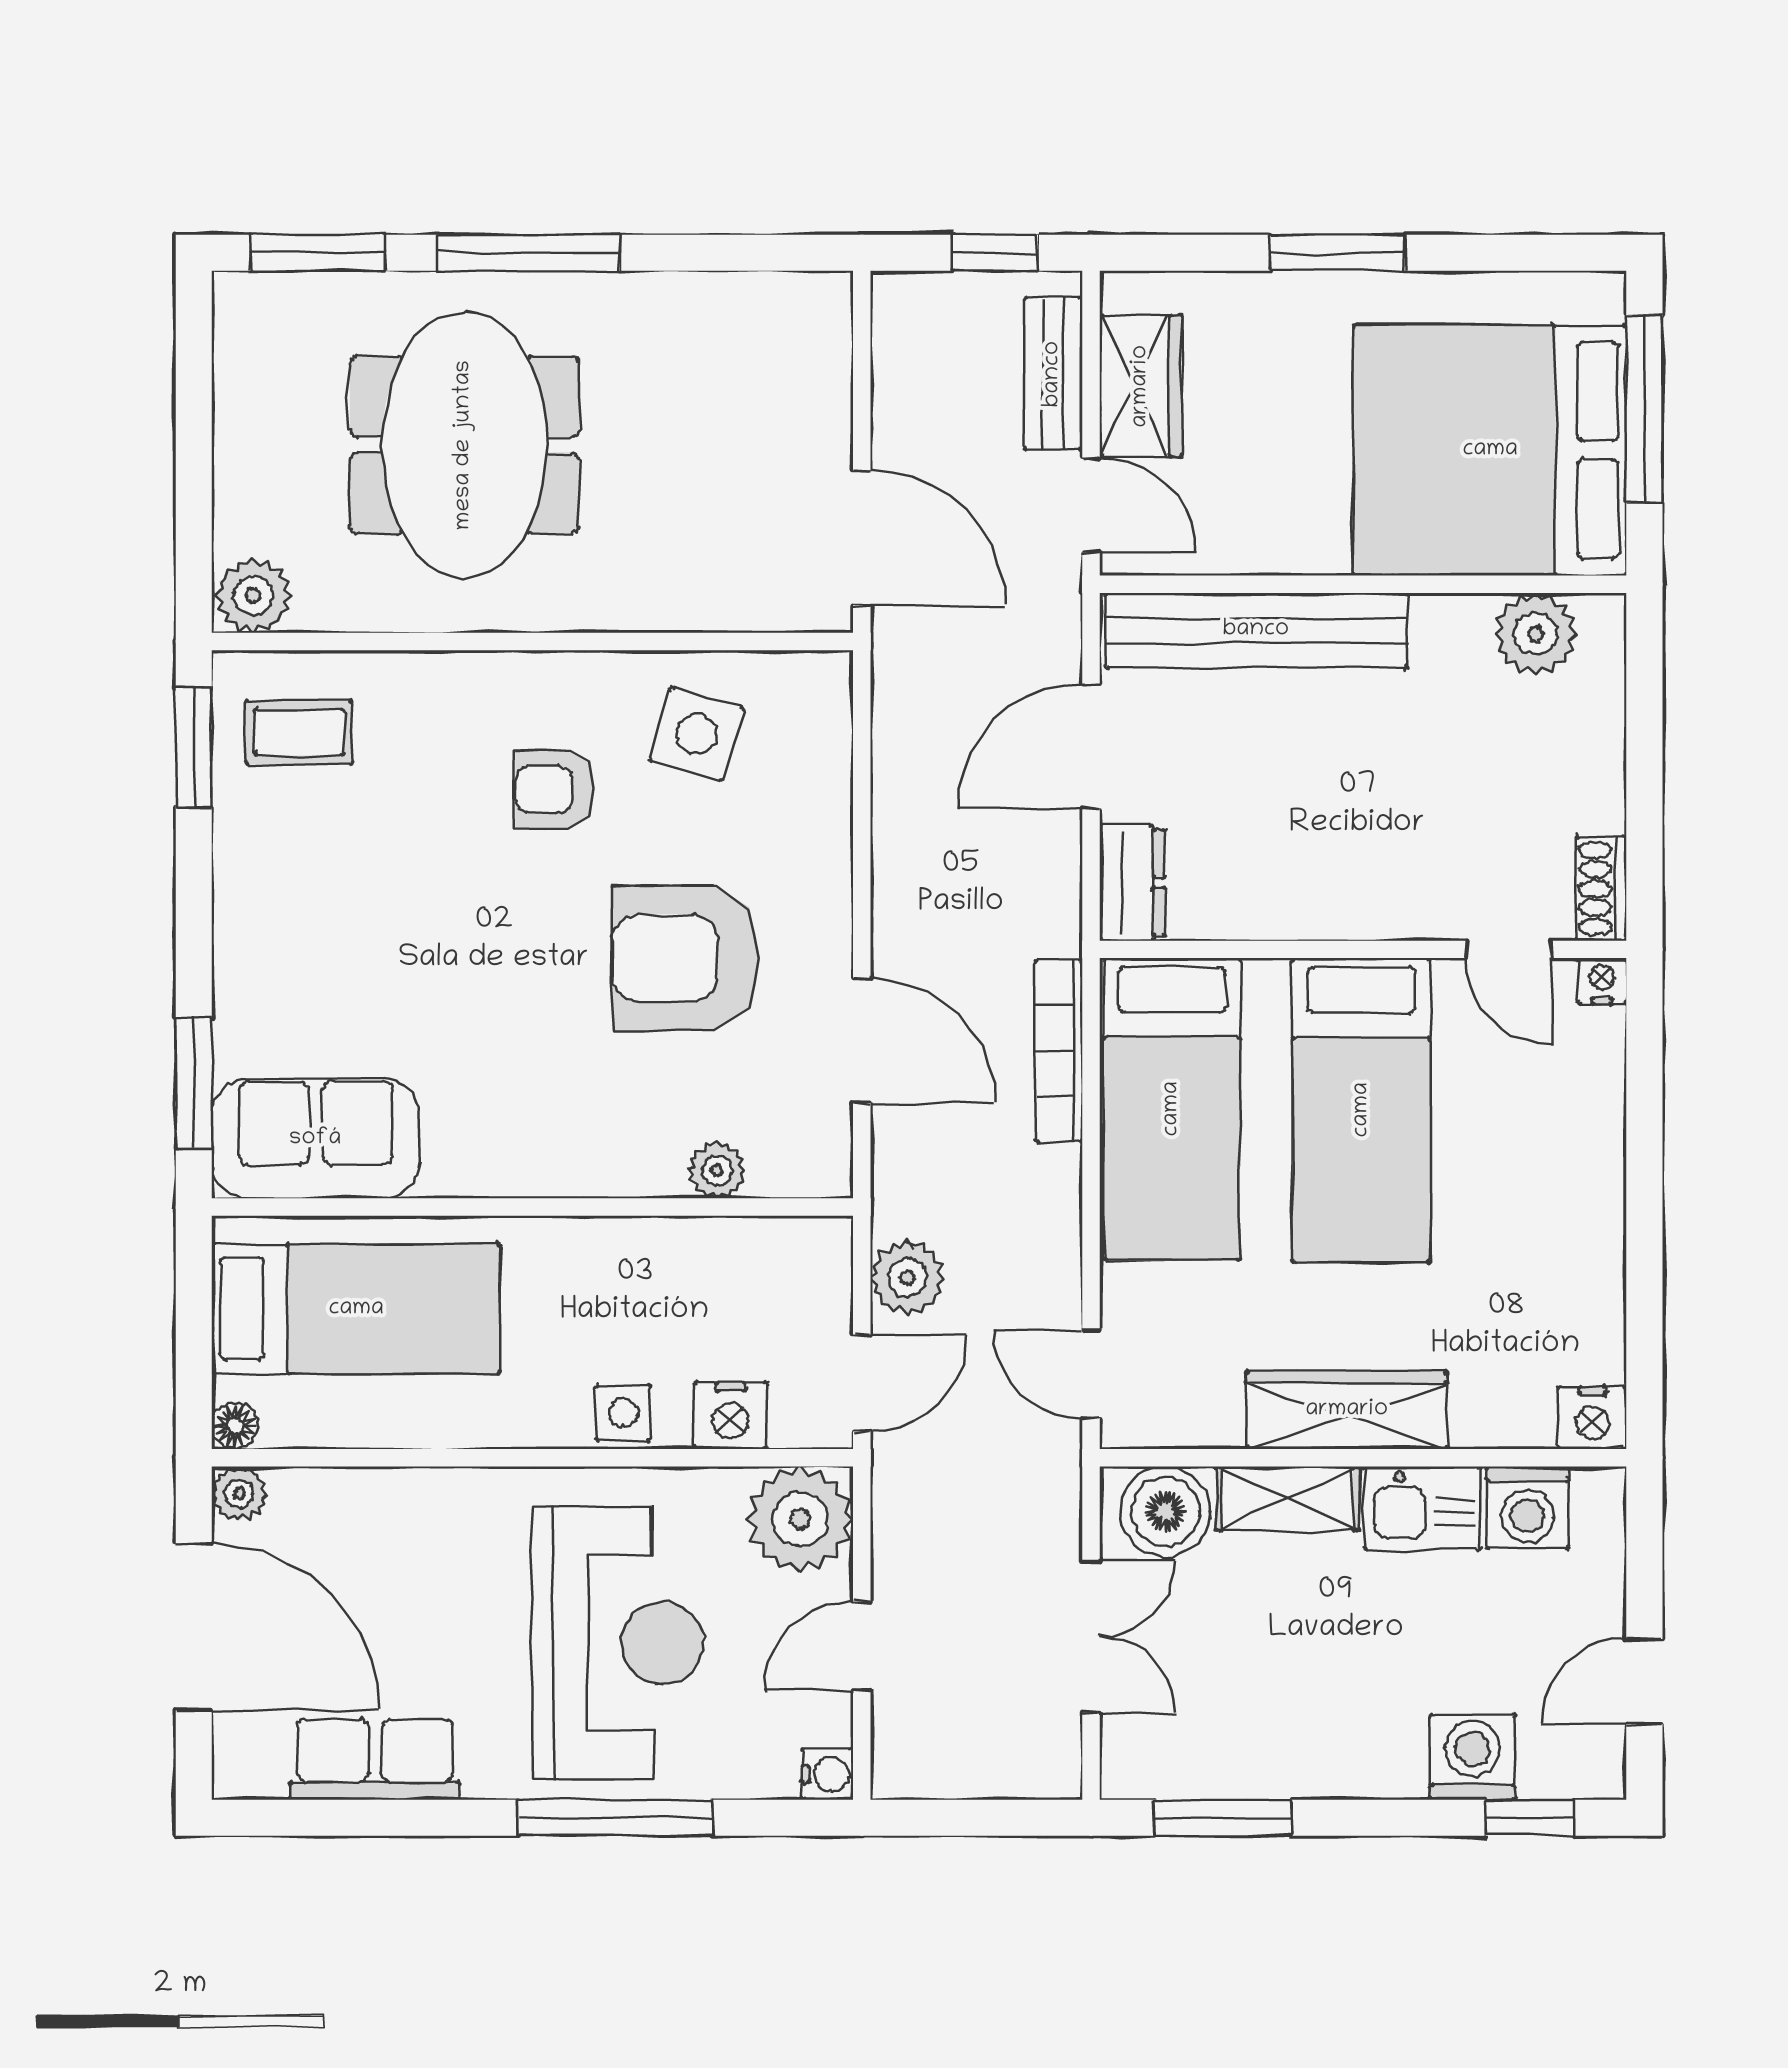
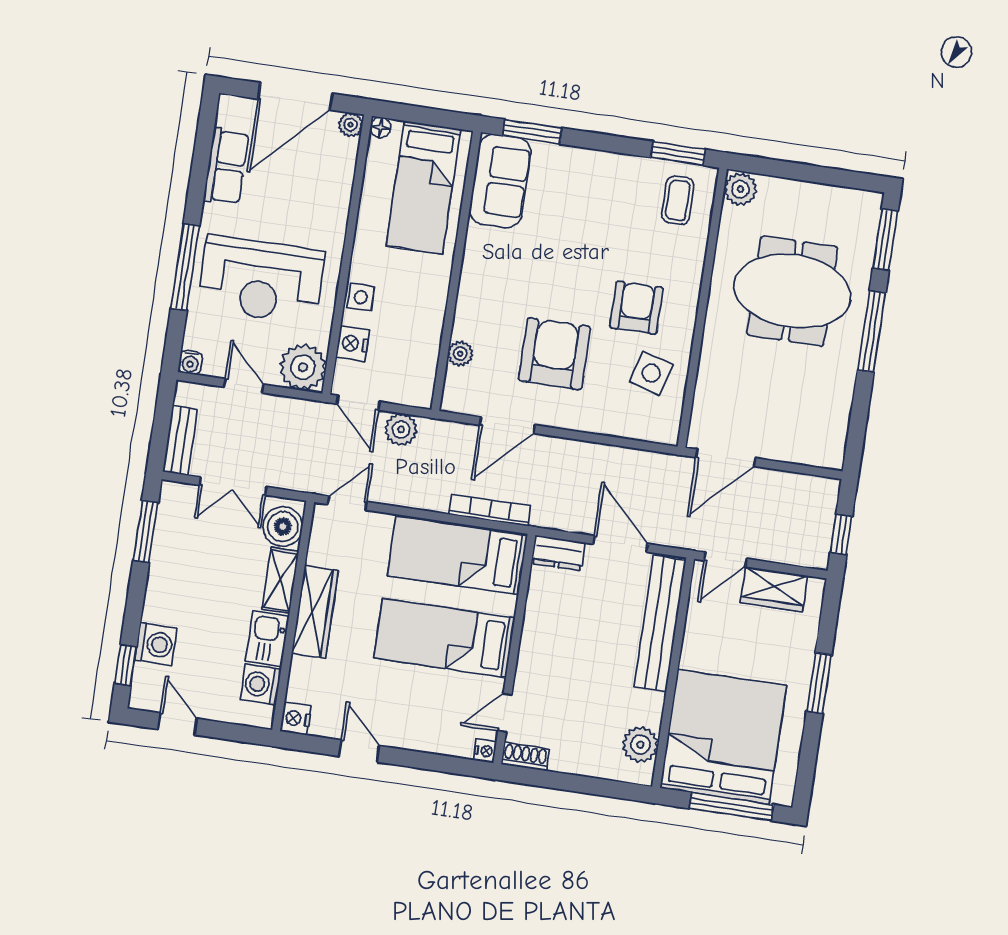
bench: (1053, 374) -> (180, 440), moved, turned 90
armchair: (555, 789) -> (636, 308), width x1.38, depth x1.38
door: (1644, 1264) -> (359, 751), added

